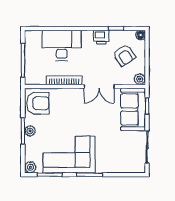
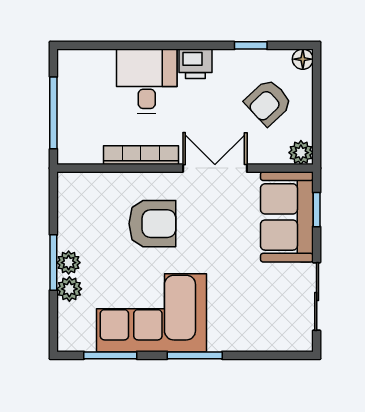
printer: (101, 37) -> (195, 64), moved
desk: (62, 45) -> (147, 81), width x0.73
armchair: (124, 55) -> (268, 102), turned 81
double door: (99, 86) -> (215, 168), swing flipped
armchair: (38, 103) -> (152, 224), moved
plant: (30, 167) -> (69, 289), moved

